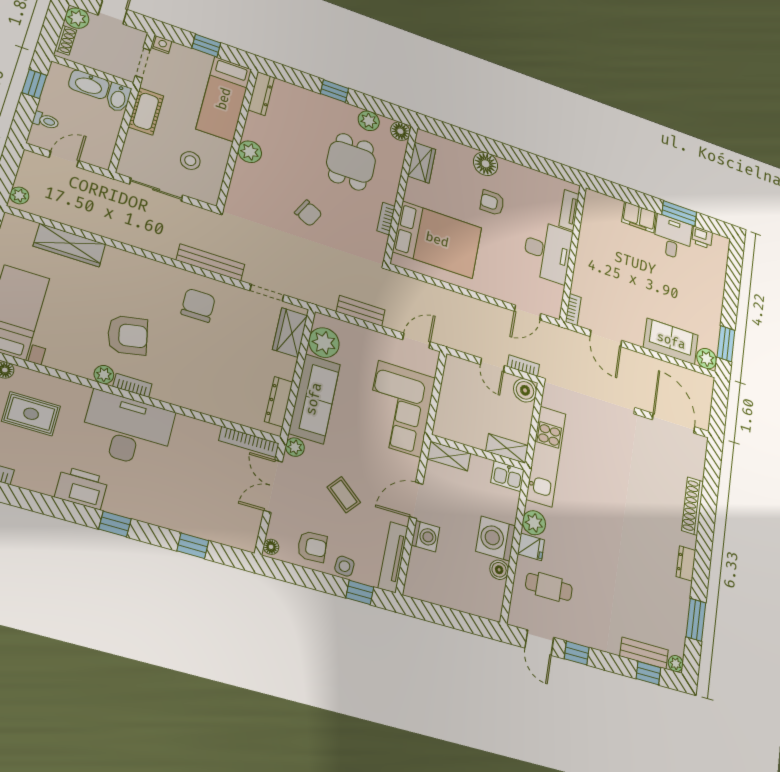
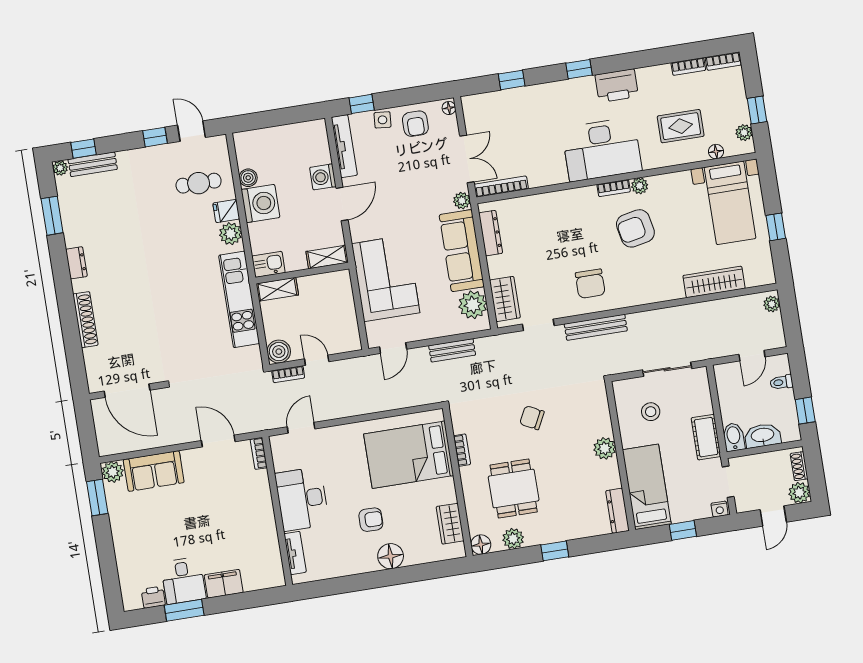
coffee table: (344, 495) -> (406, 180), removed
armchair: (312, 547) -> (415, 124), turned -87

